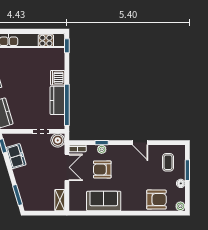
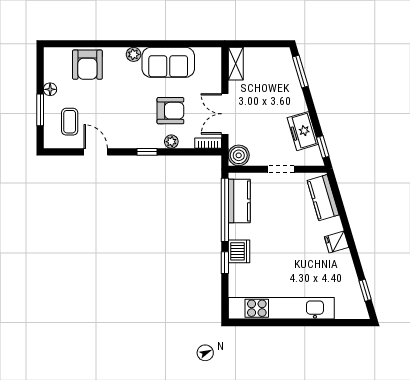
window: (67, 46) -> (225, 263), moved
kitchen counter: (57, 100) -> (239, 201), moved
doorway: (41, 131) -> (281, 169), moved
window: (102, 143) -> (147, 152), moved
door: (140, 143) -> (96, 152), moved
armchair: (156, 200) -> (87, 65), turned -90
plant: (180, 206) -> (134, 54), moved

